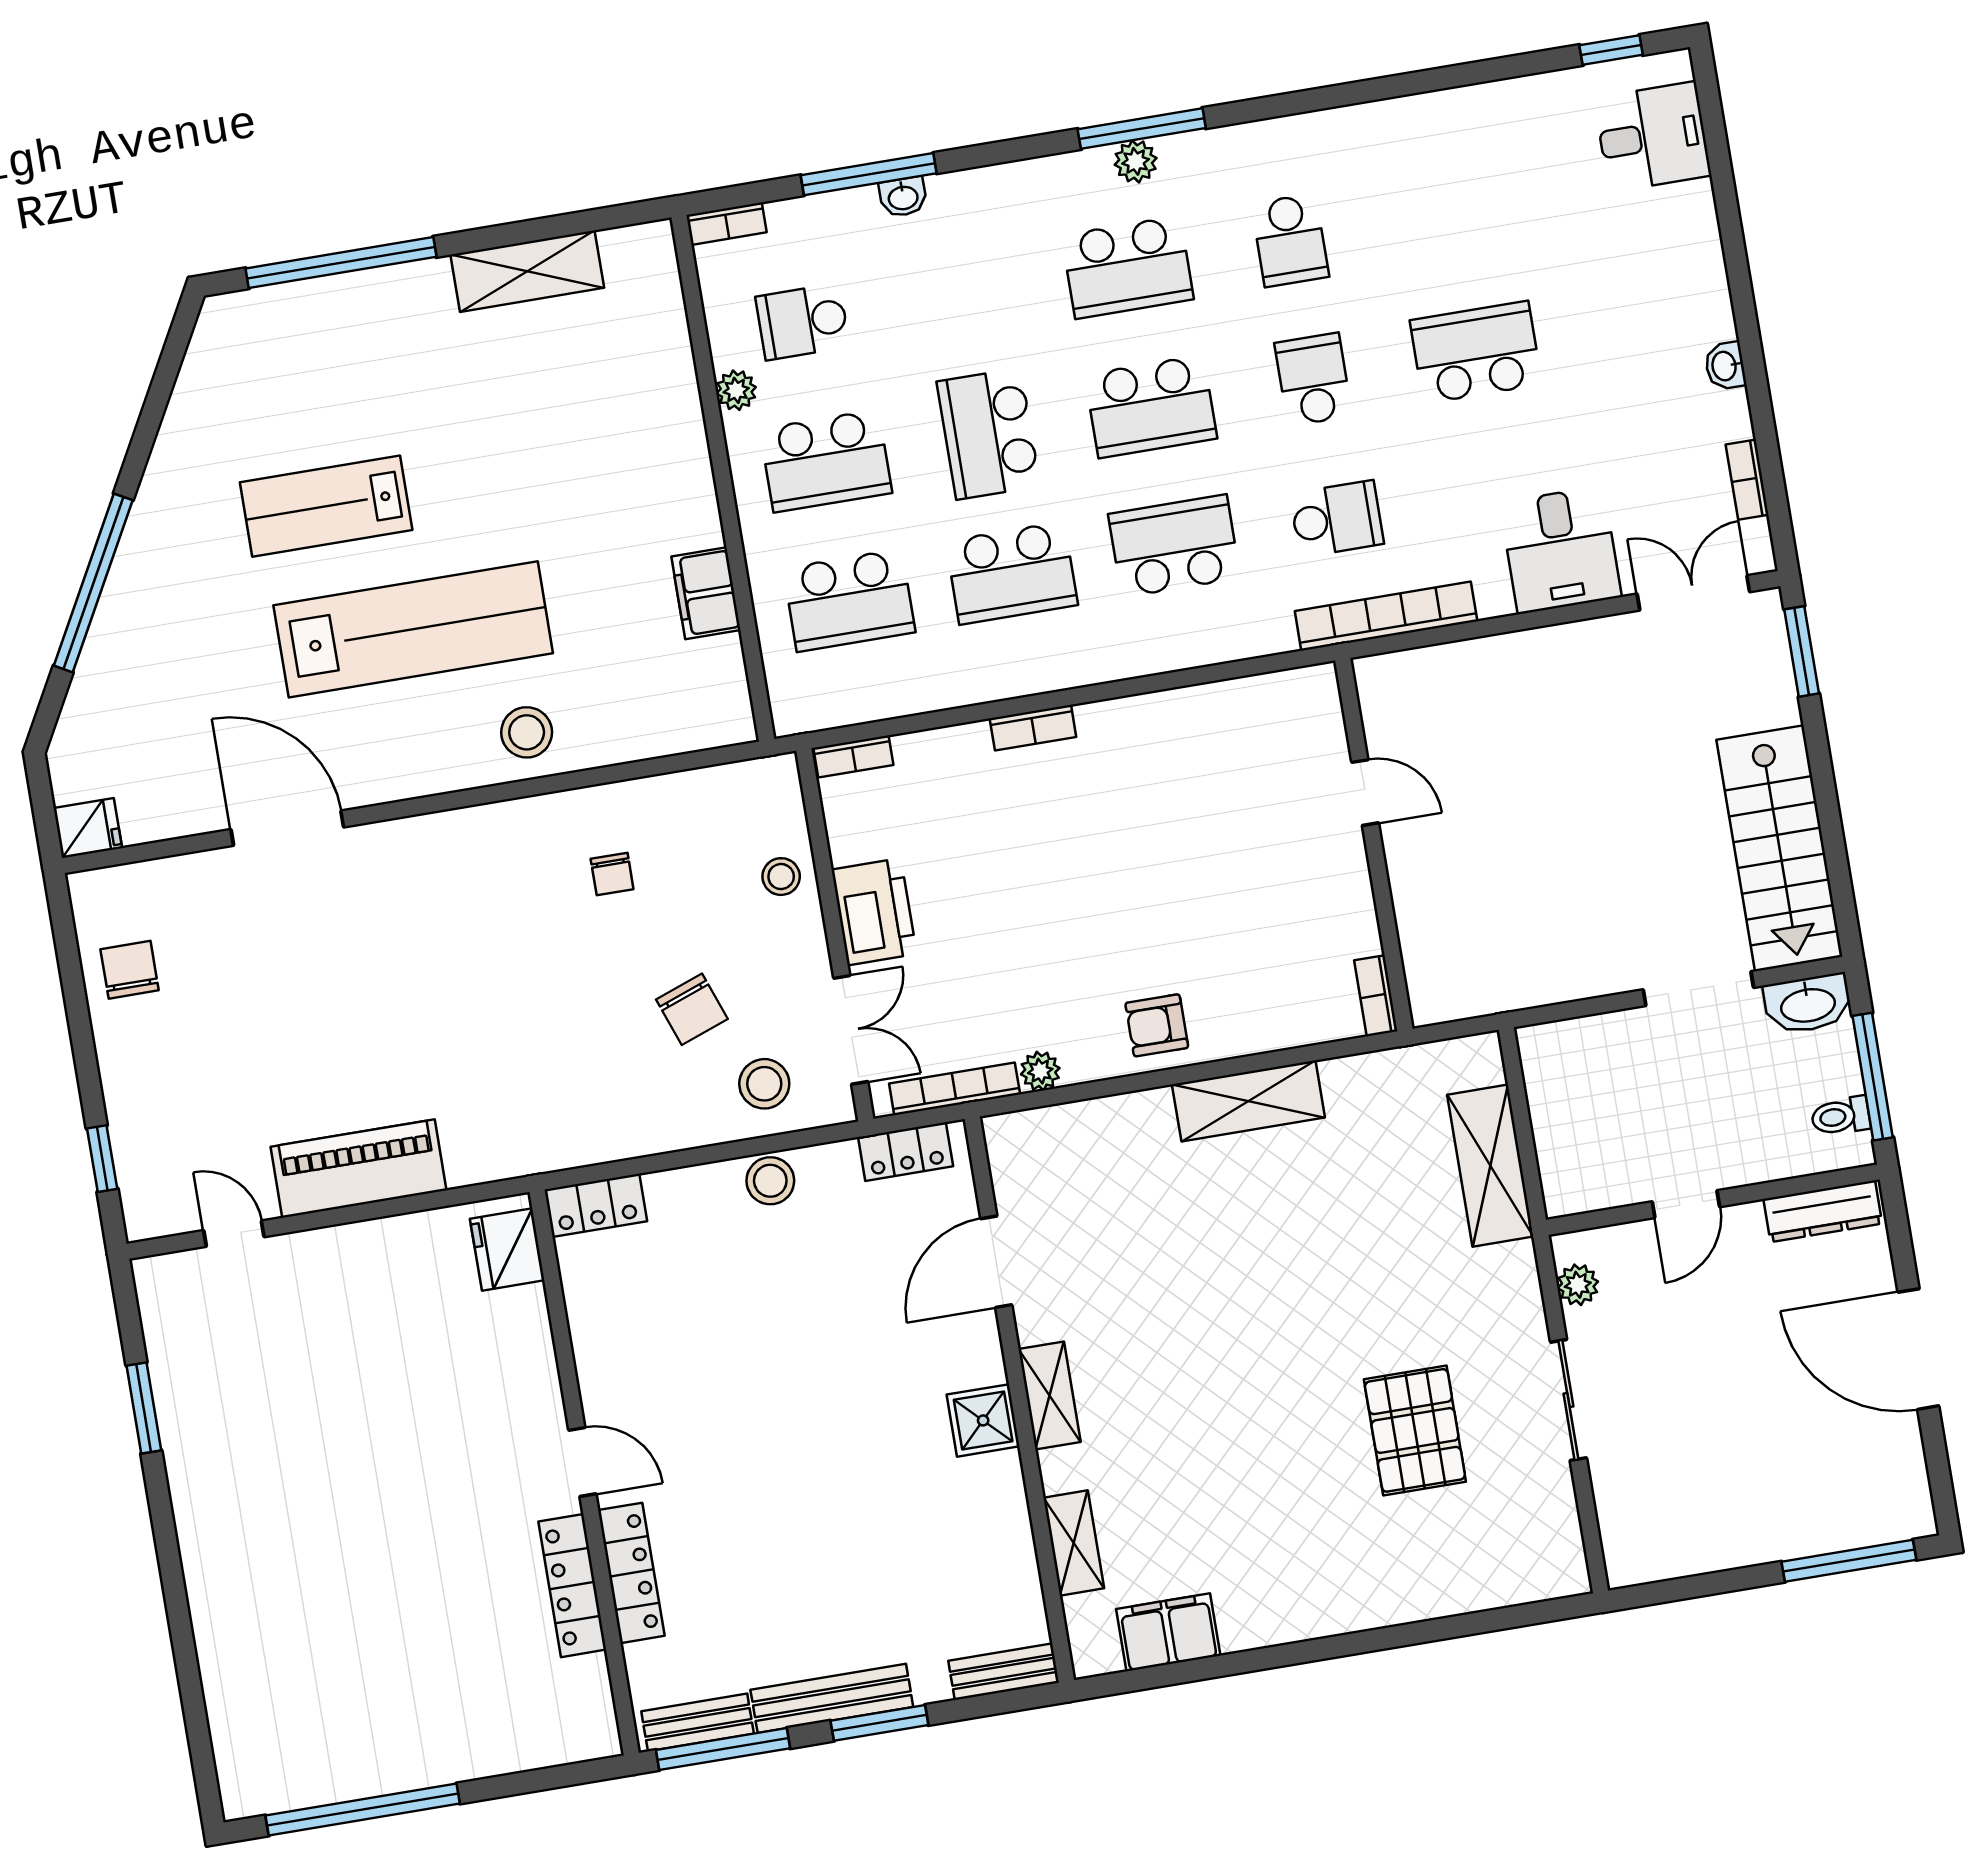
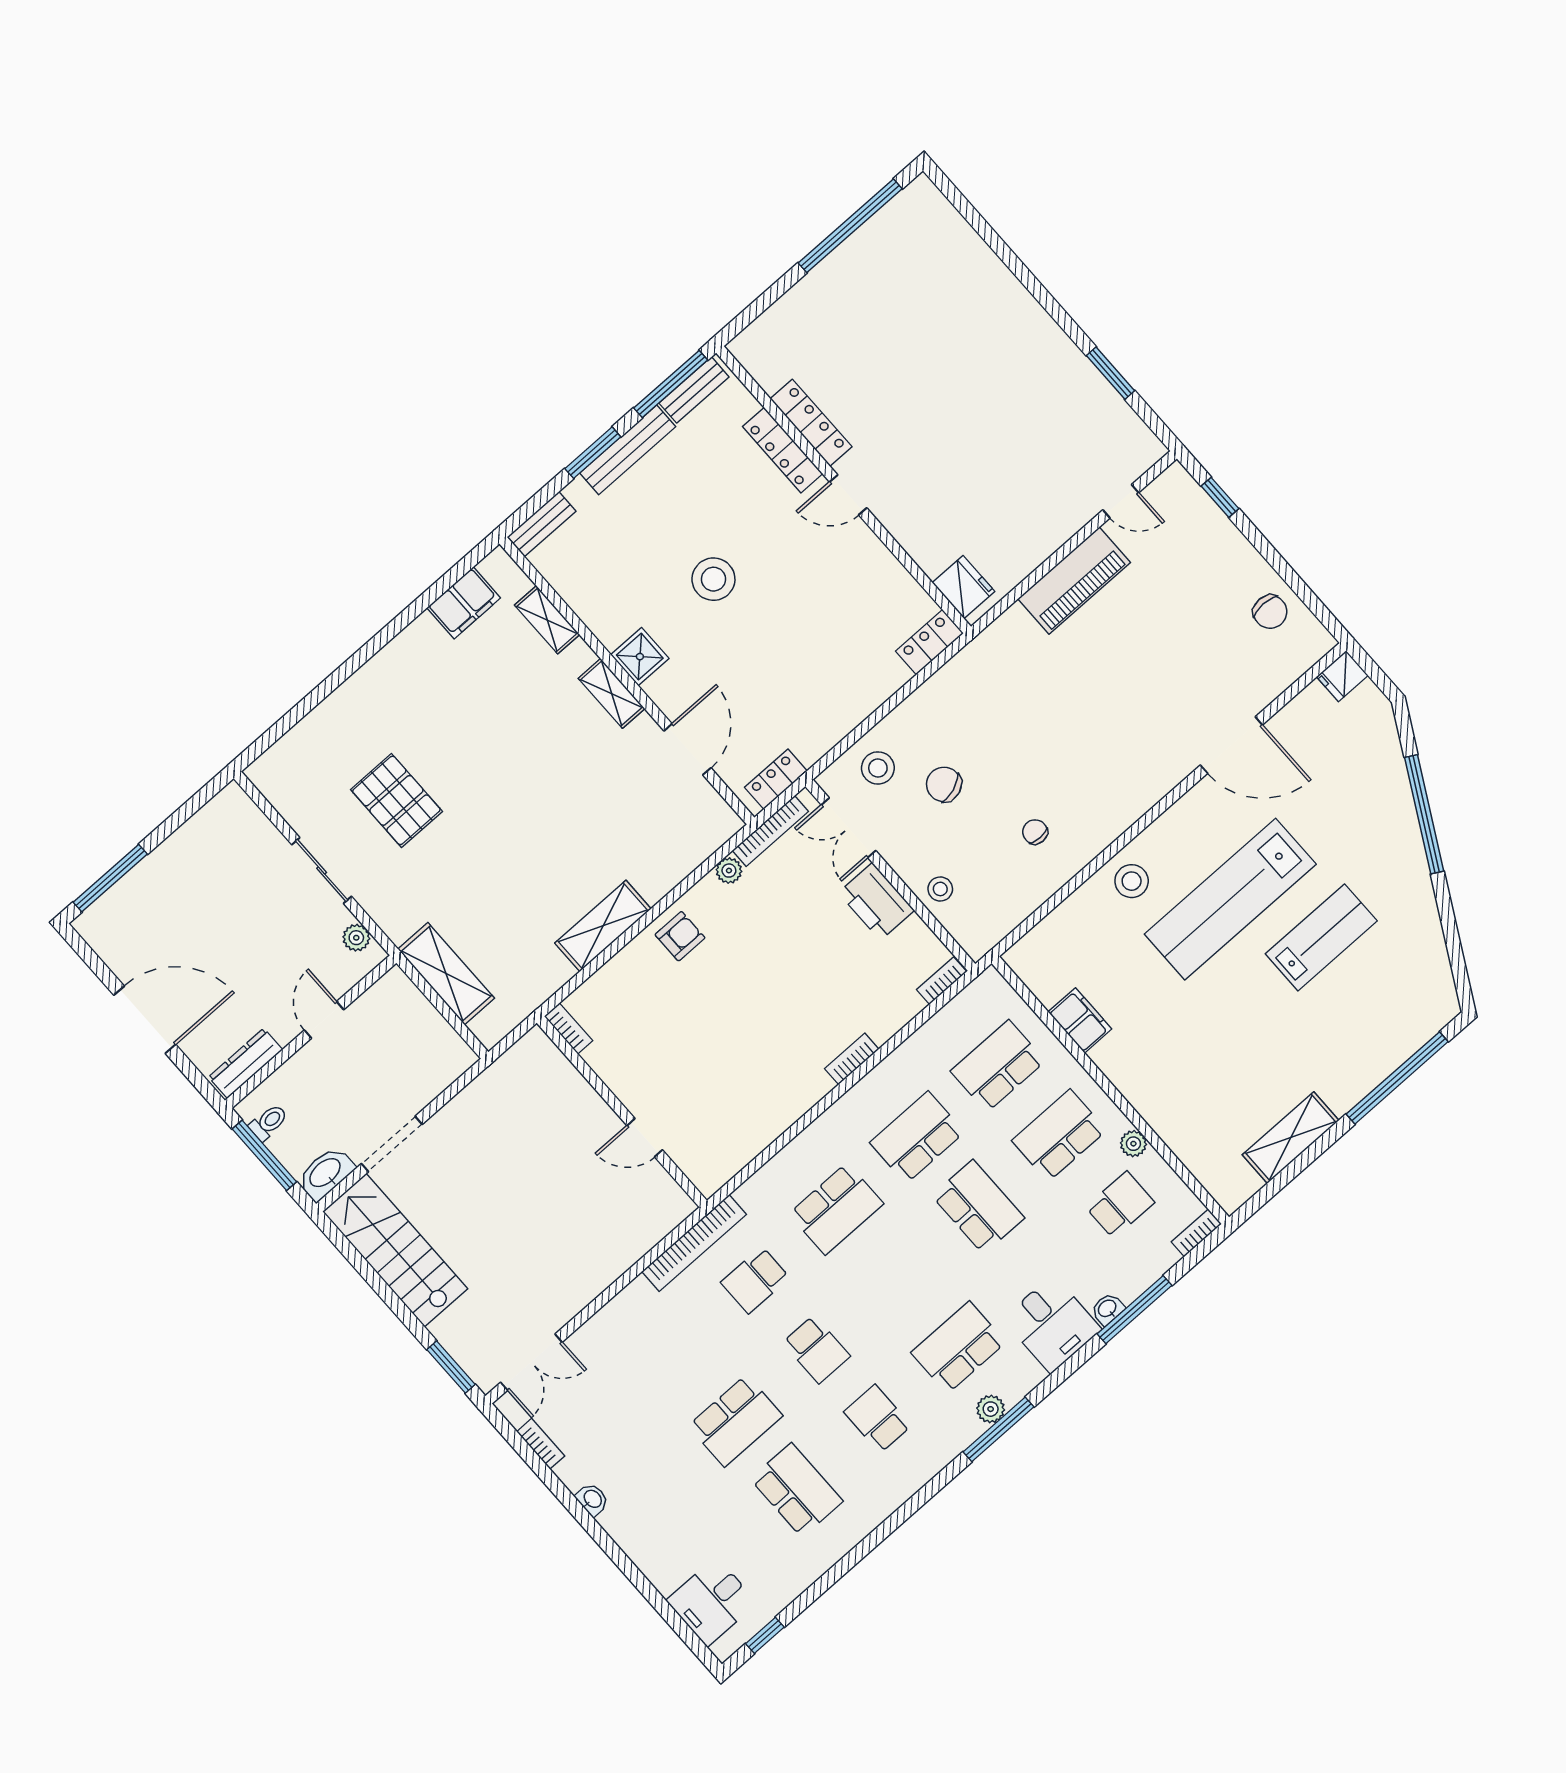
school desk: (1151, 407) -> (797, 1490), moved, turned 90
desk: (1561, 550) -> (1052, 1324), moved, turned 180
stool: (770, 1181) -> (713, 579), moved, width x1.38, depth x1.38

